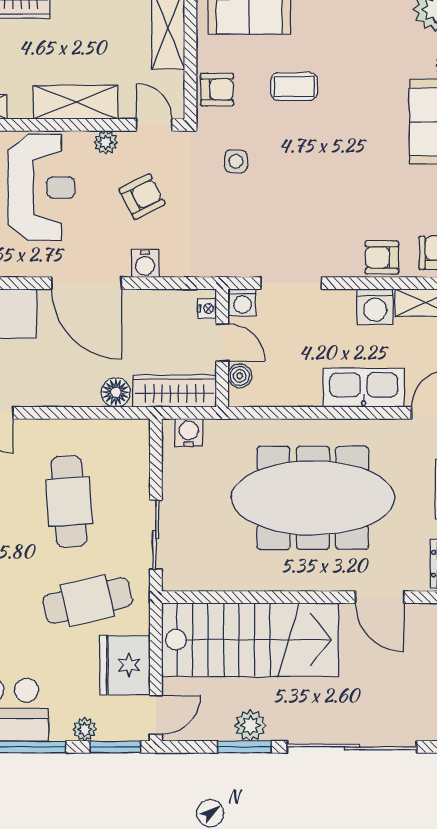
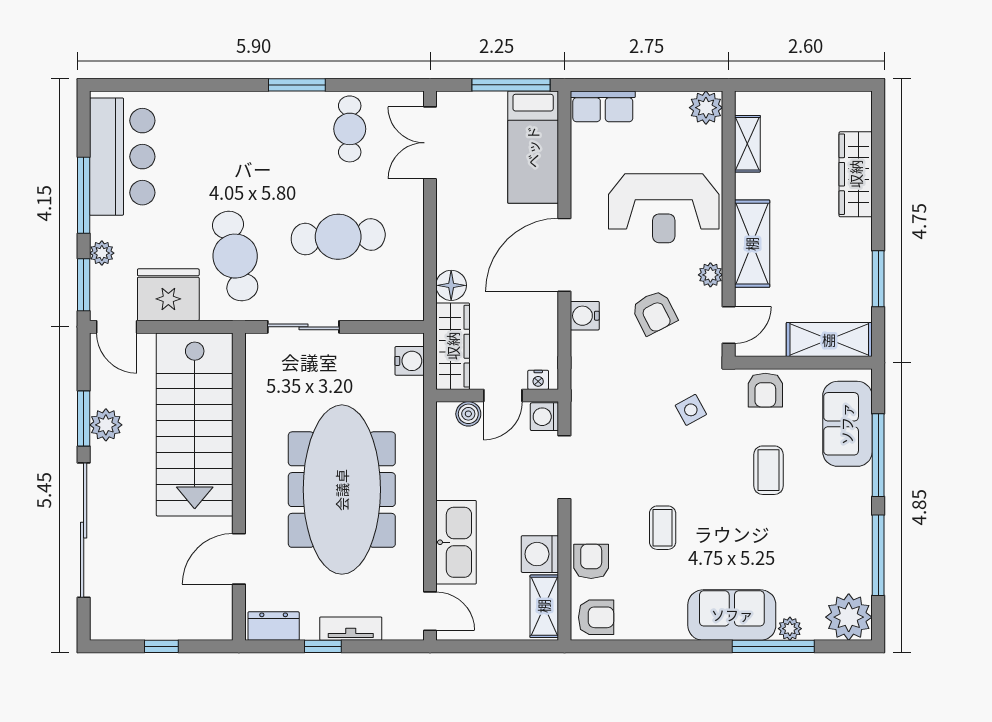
side table: (236, 161) -> (691, 410), turned -30
coffee table: (350, 189) -> (663, 528), added

